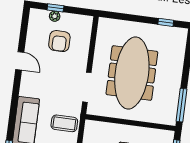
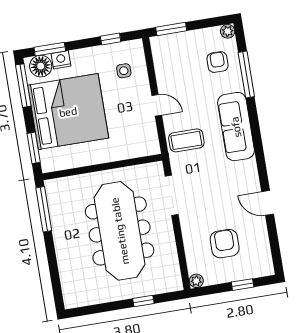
plant: (55, 16) -> (196, 281), moved
window: (166, 22) -> (143, 301), moved

